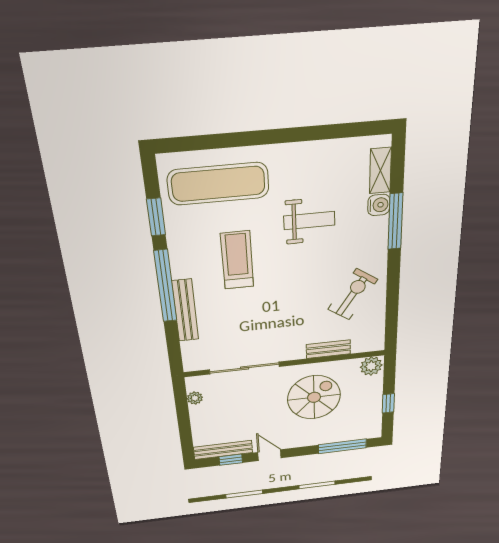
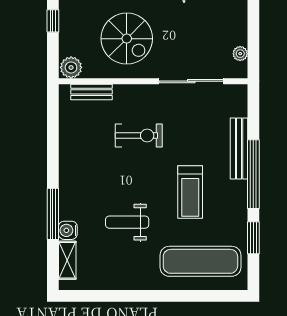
exercise bike: (353, 294) -> (139, 136), moved, turned -124
bench: (328, 349) -> (91, 92), moved
spiral stairs: (314, 397) -> (127, 39), turned -90

